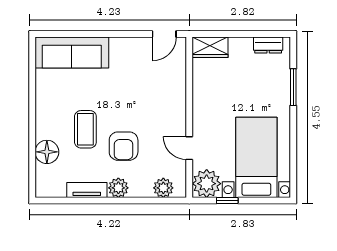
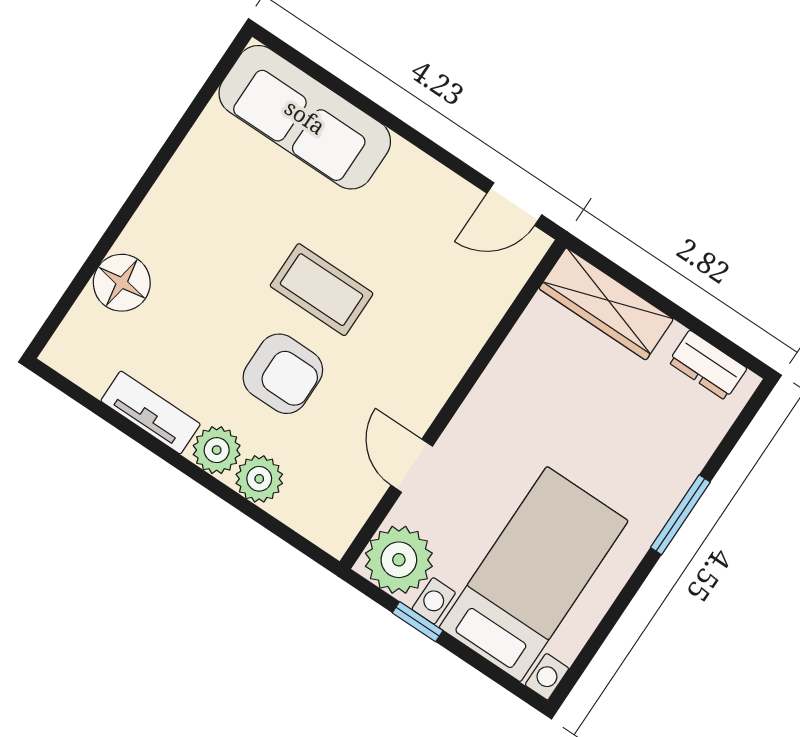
wardrobe: (210, 47) -> (606, 304), width x1.50
window: (293, 87) -> (680, 515), moved
coffee table: (85, 129) -> (322, 290), moved, turned 90
armchair: (124, 146) -> (283, 374), turned -90
plant: (163, 188) -> (259, 479), moved

